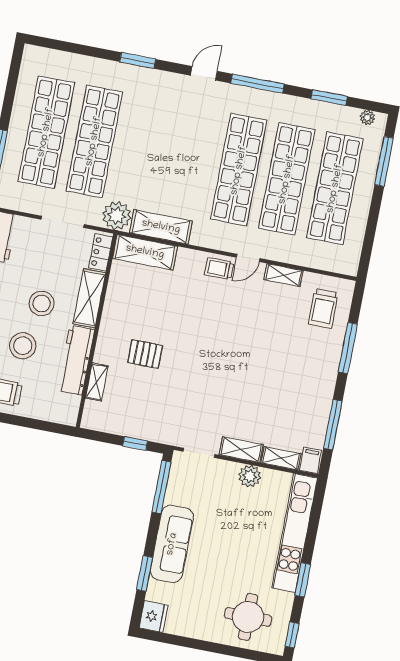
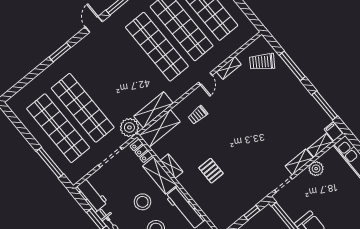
trolley: (219, 268) -> (198, 115), moved
trolley: (323, 308) -> (262, 62), turned 124
pallet: (145, 354) -> (211, 171), turned 90
shelving: (97, 382) -> (172, 166), moved

